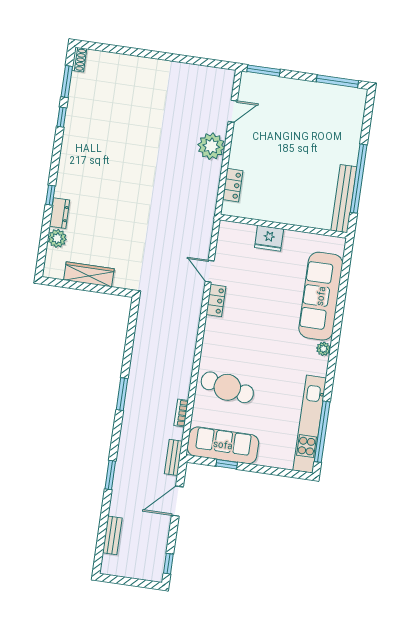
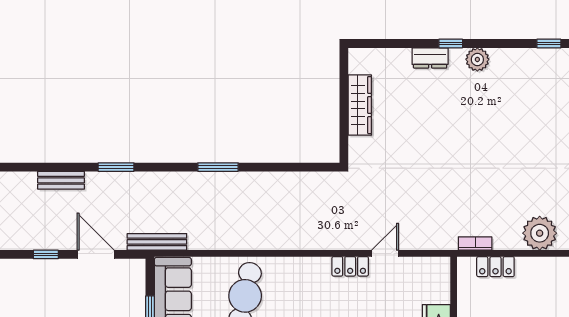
plant: (57, 238) -> (477, 59), moved
bookcase: (181, 413) -> (475, 244), moved
bench: (173, 457) -> (157, 242), width x1.36
bench: (112, 535) -> (61, 180), moved
window: (168, 564) -> (46, 254), moved

